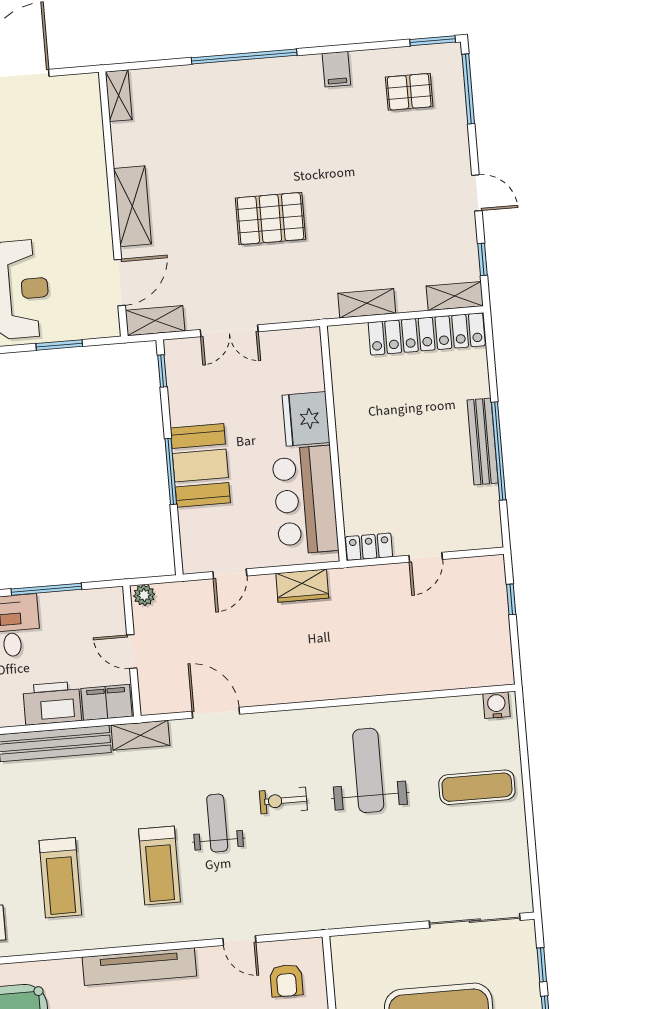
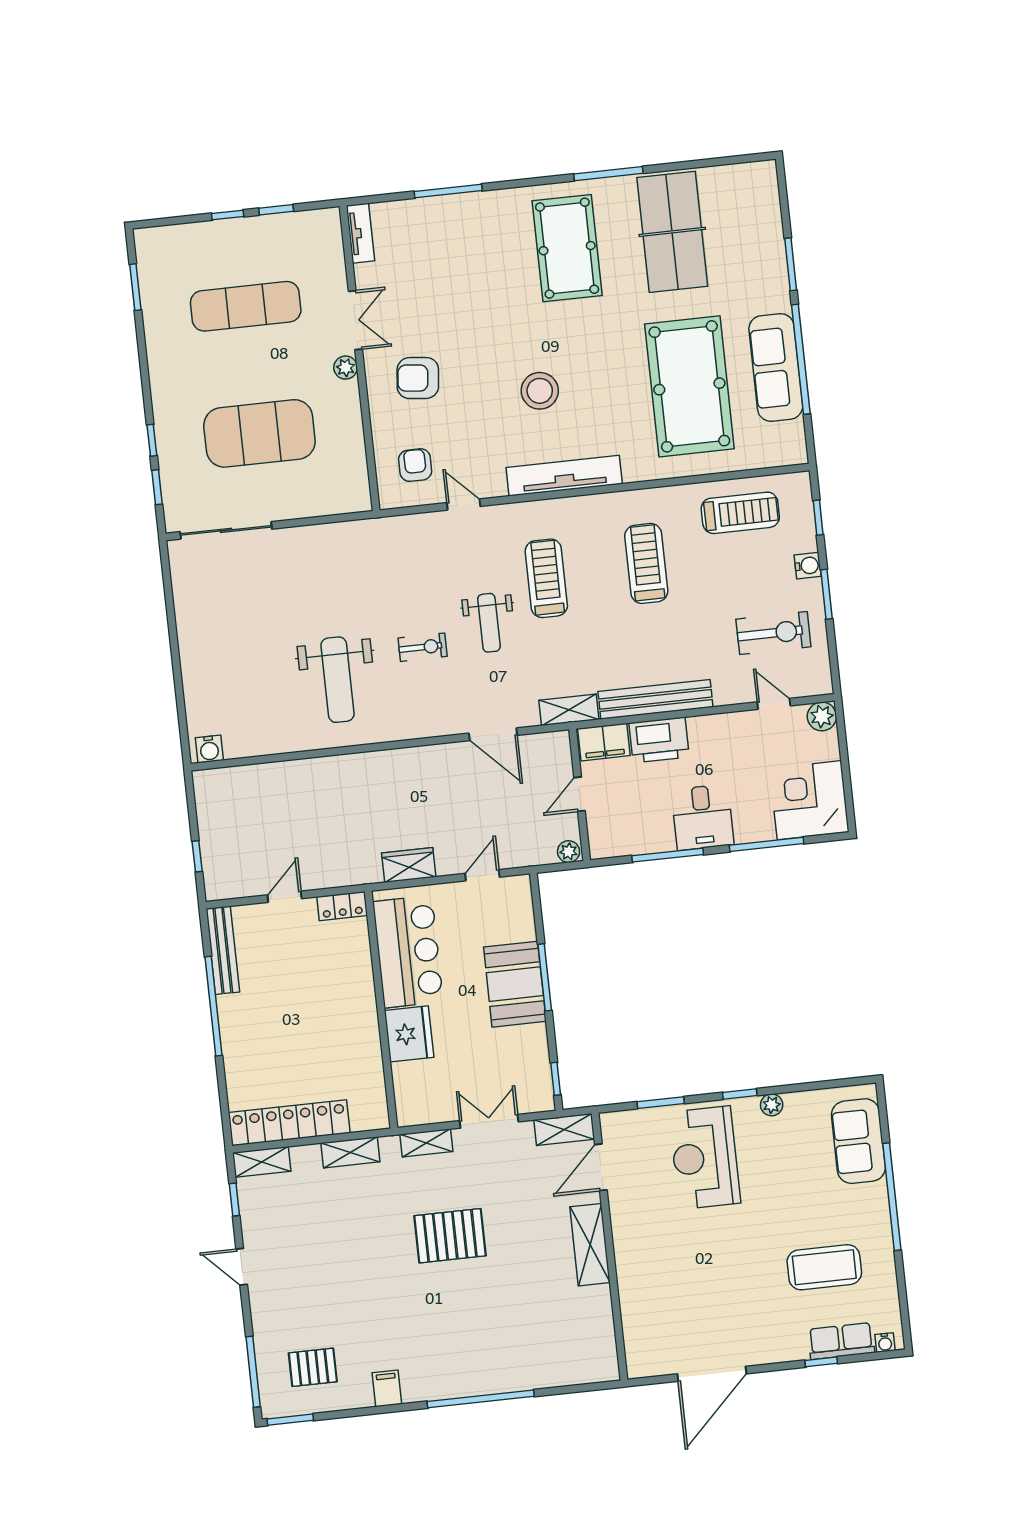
shelving: (119, 96) -> (426, 1143), moved, turned 90
bench: (483, 441) -> (223, 950), moved
door: (132, 652) -> (580, 794), swing flipped
exercise mat: (477, 787) -> (227, 665), removed

